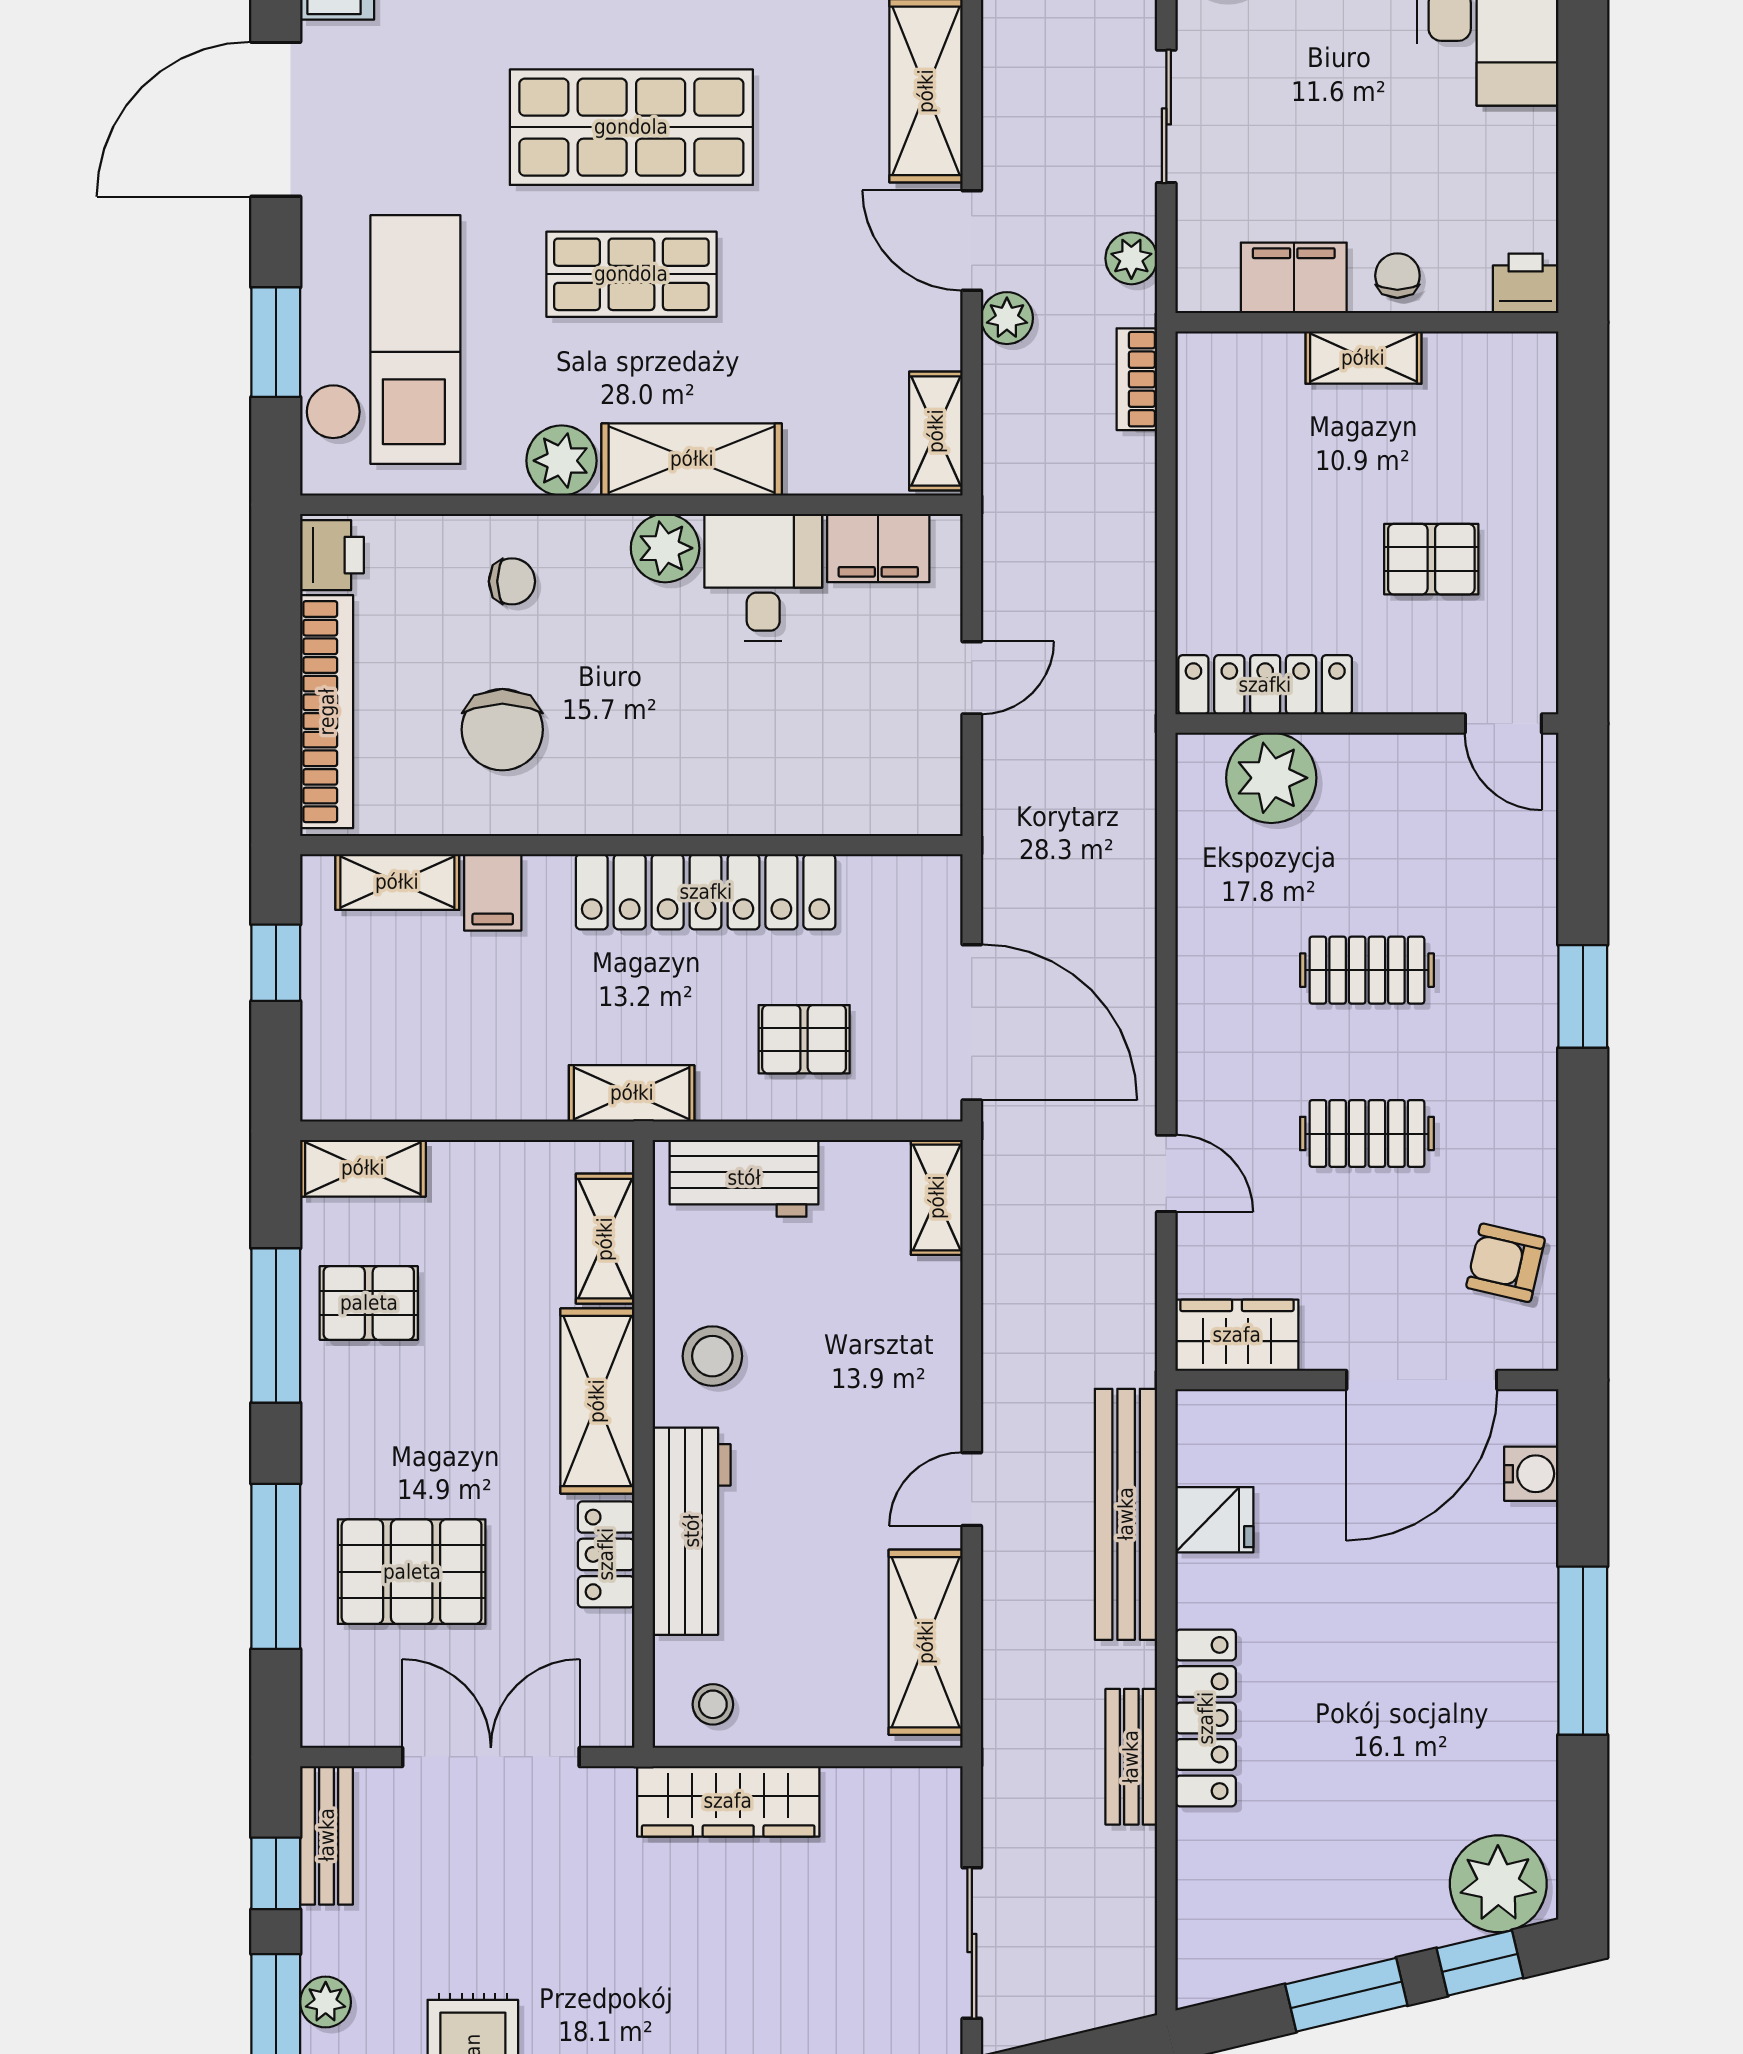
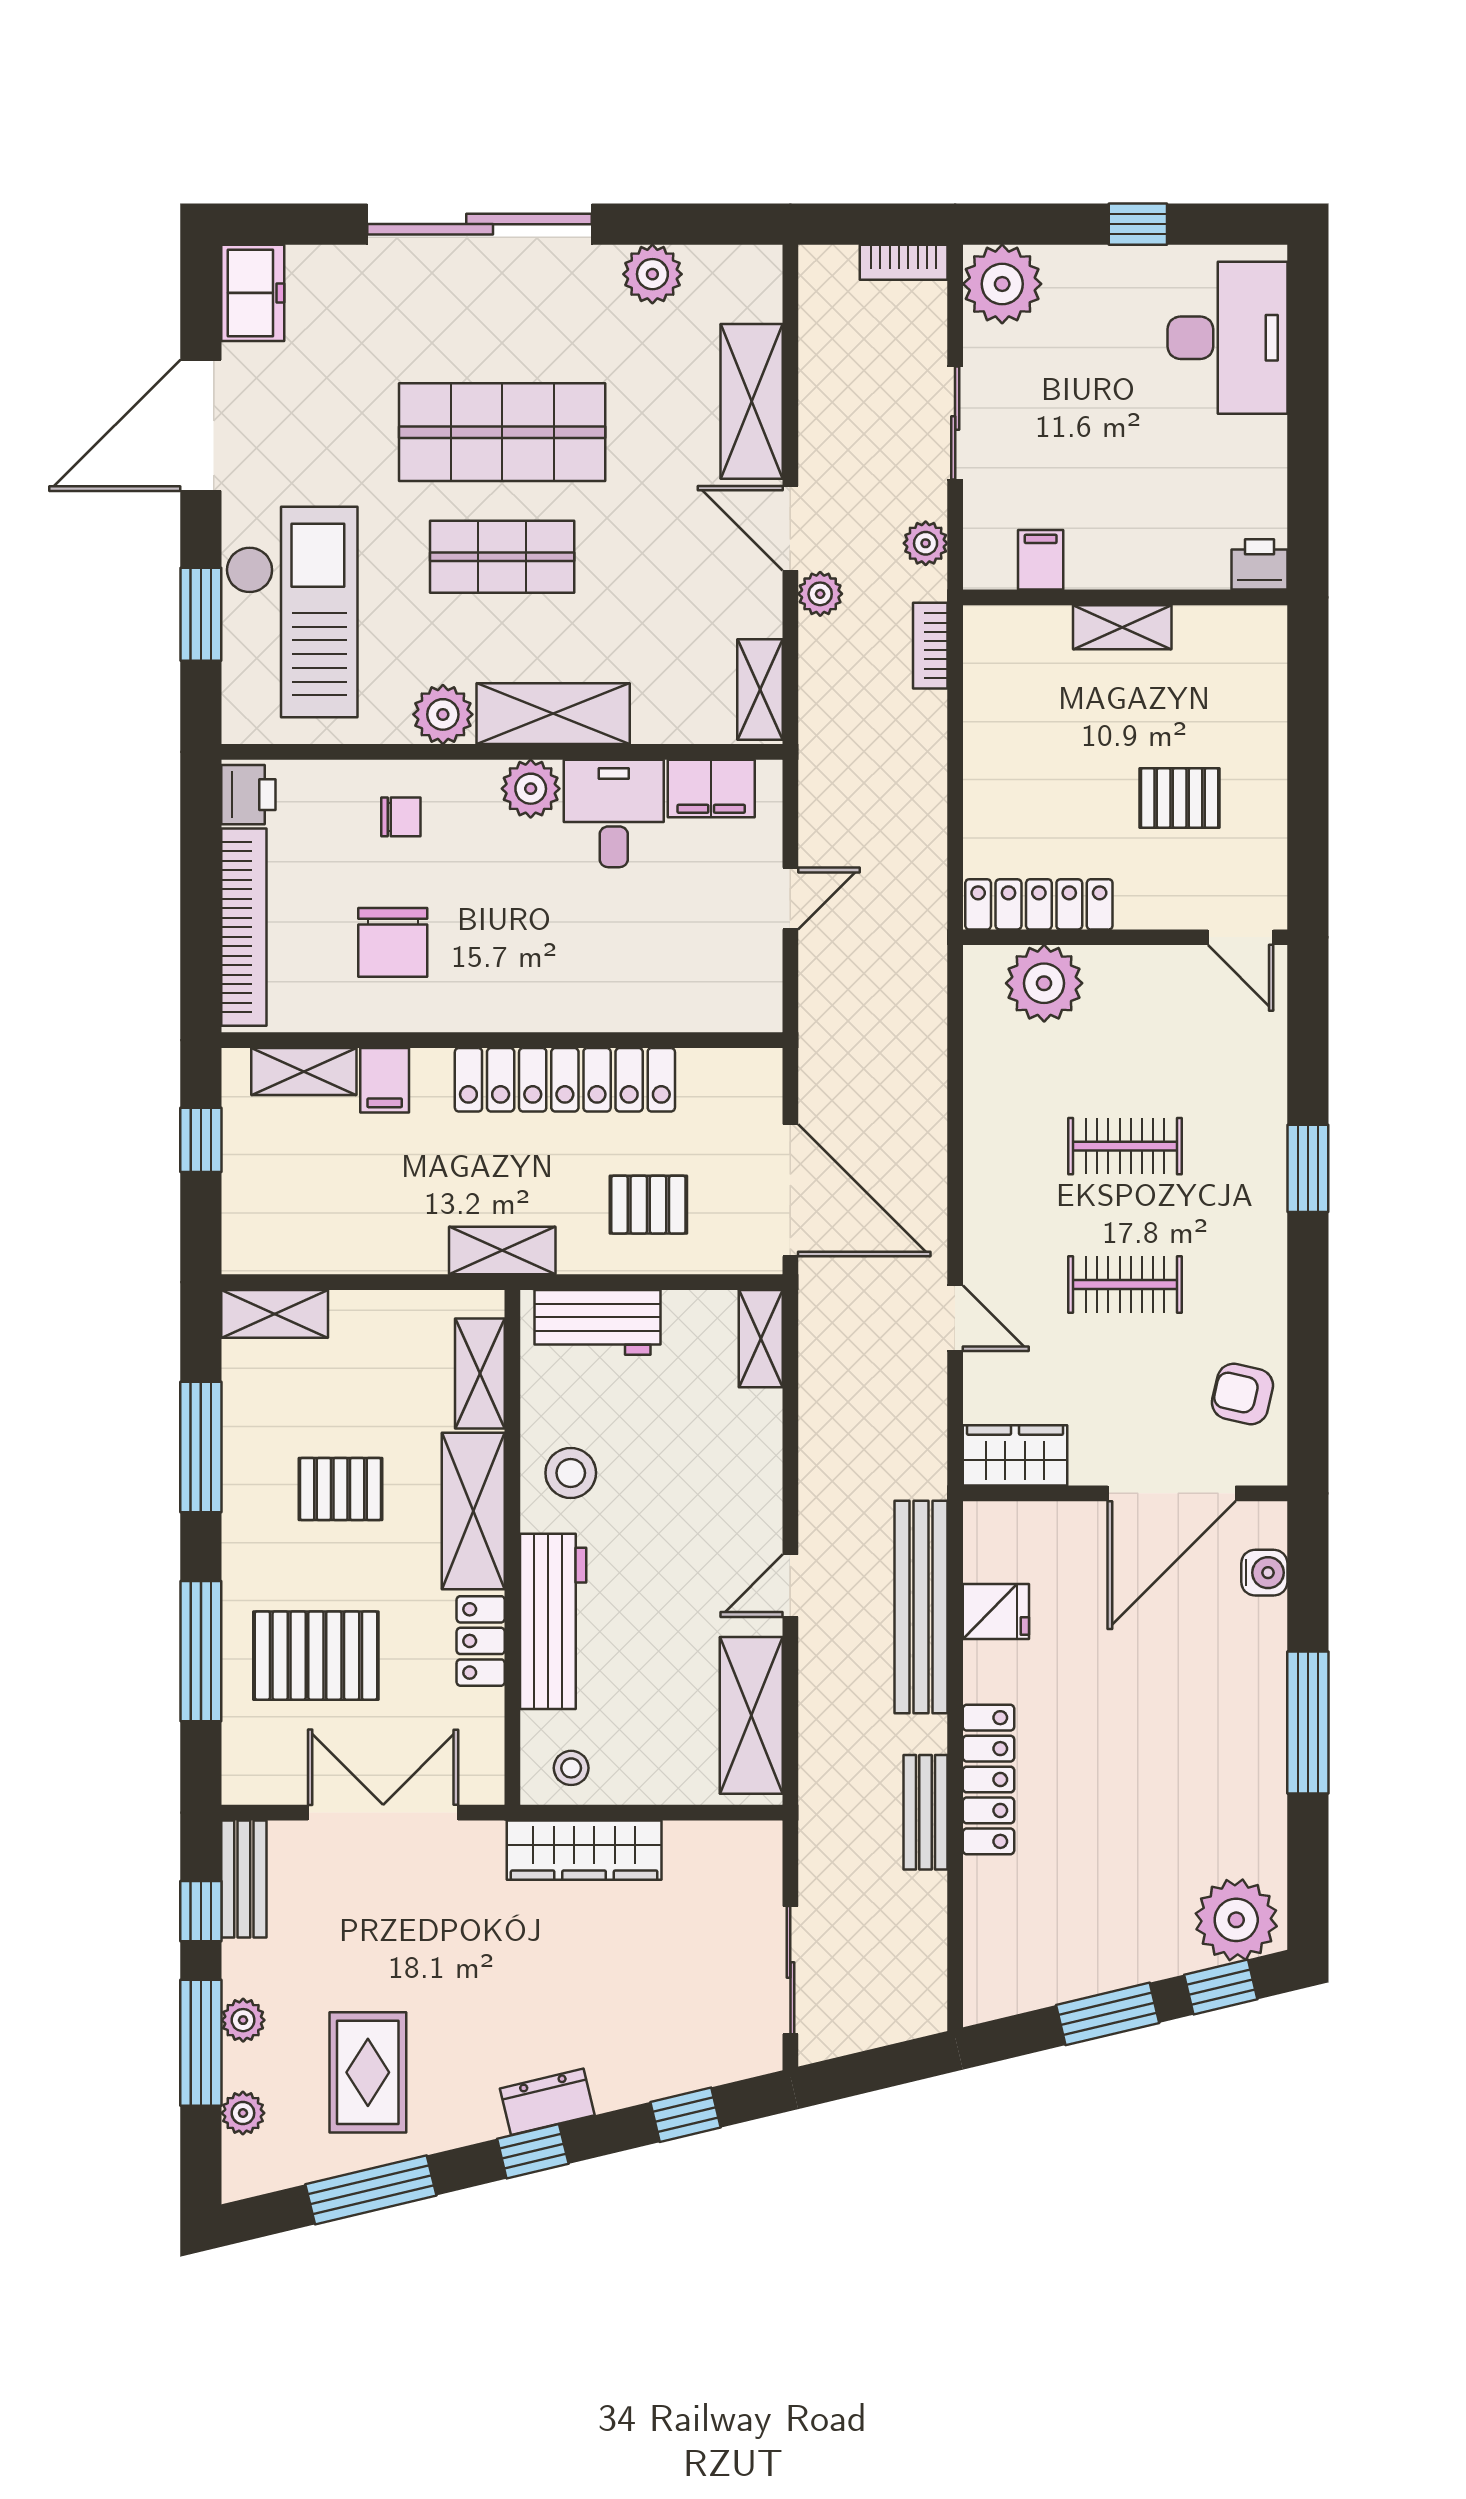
chair: (1397, 276) -> (1151, 558), removed
filing cabinet: (1294, 278) -> (1041, 560), width x0.50
pallet: (369, 1303) -> (341, 1489), moved

